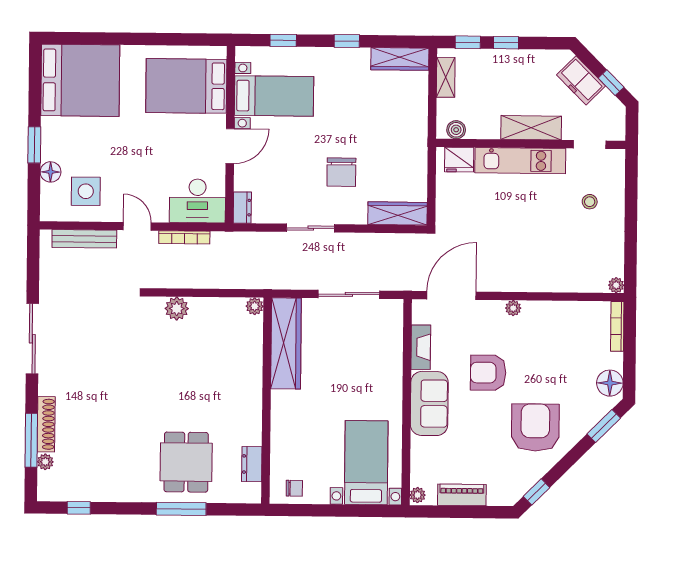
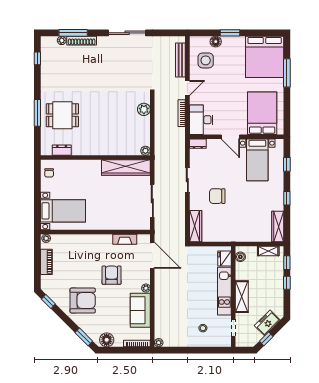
window: (111, 39) -> (287, 73), added
sofa: (429, 403) -> (140, 310), moved, turned 90

